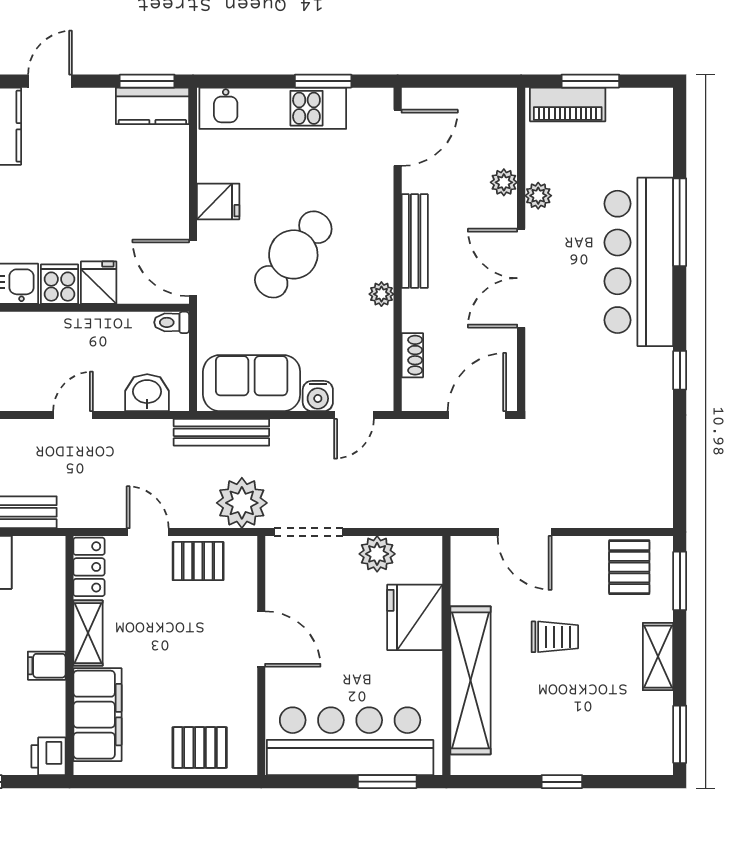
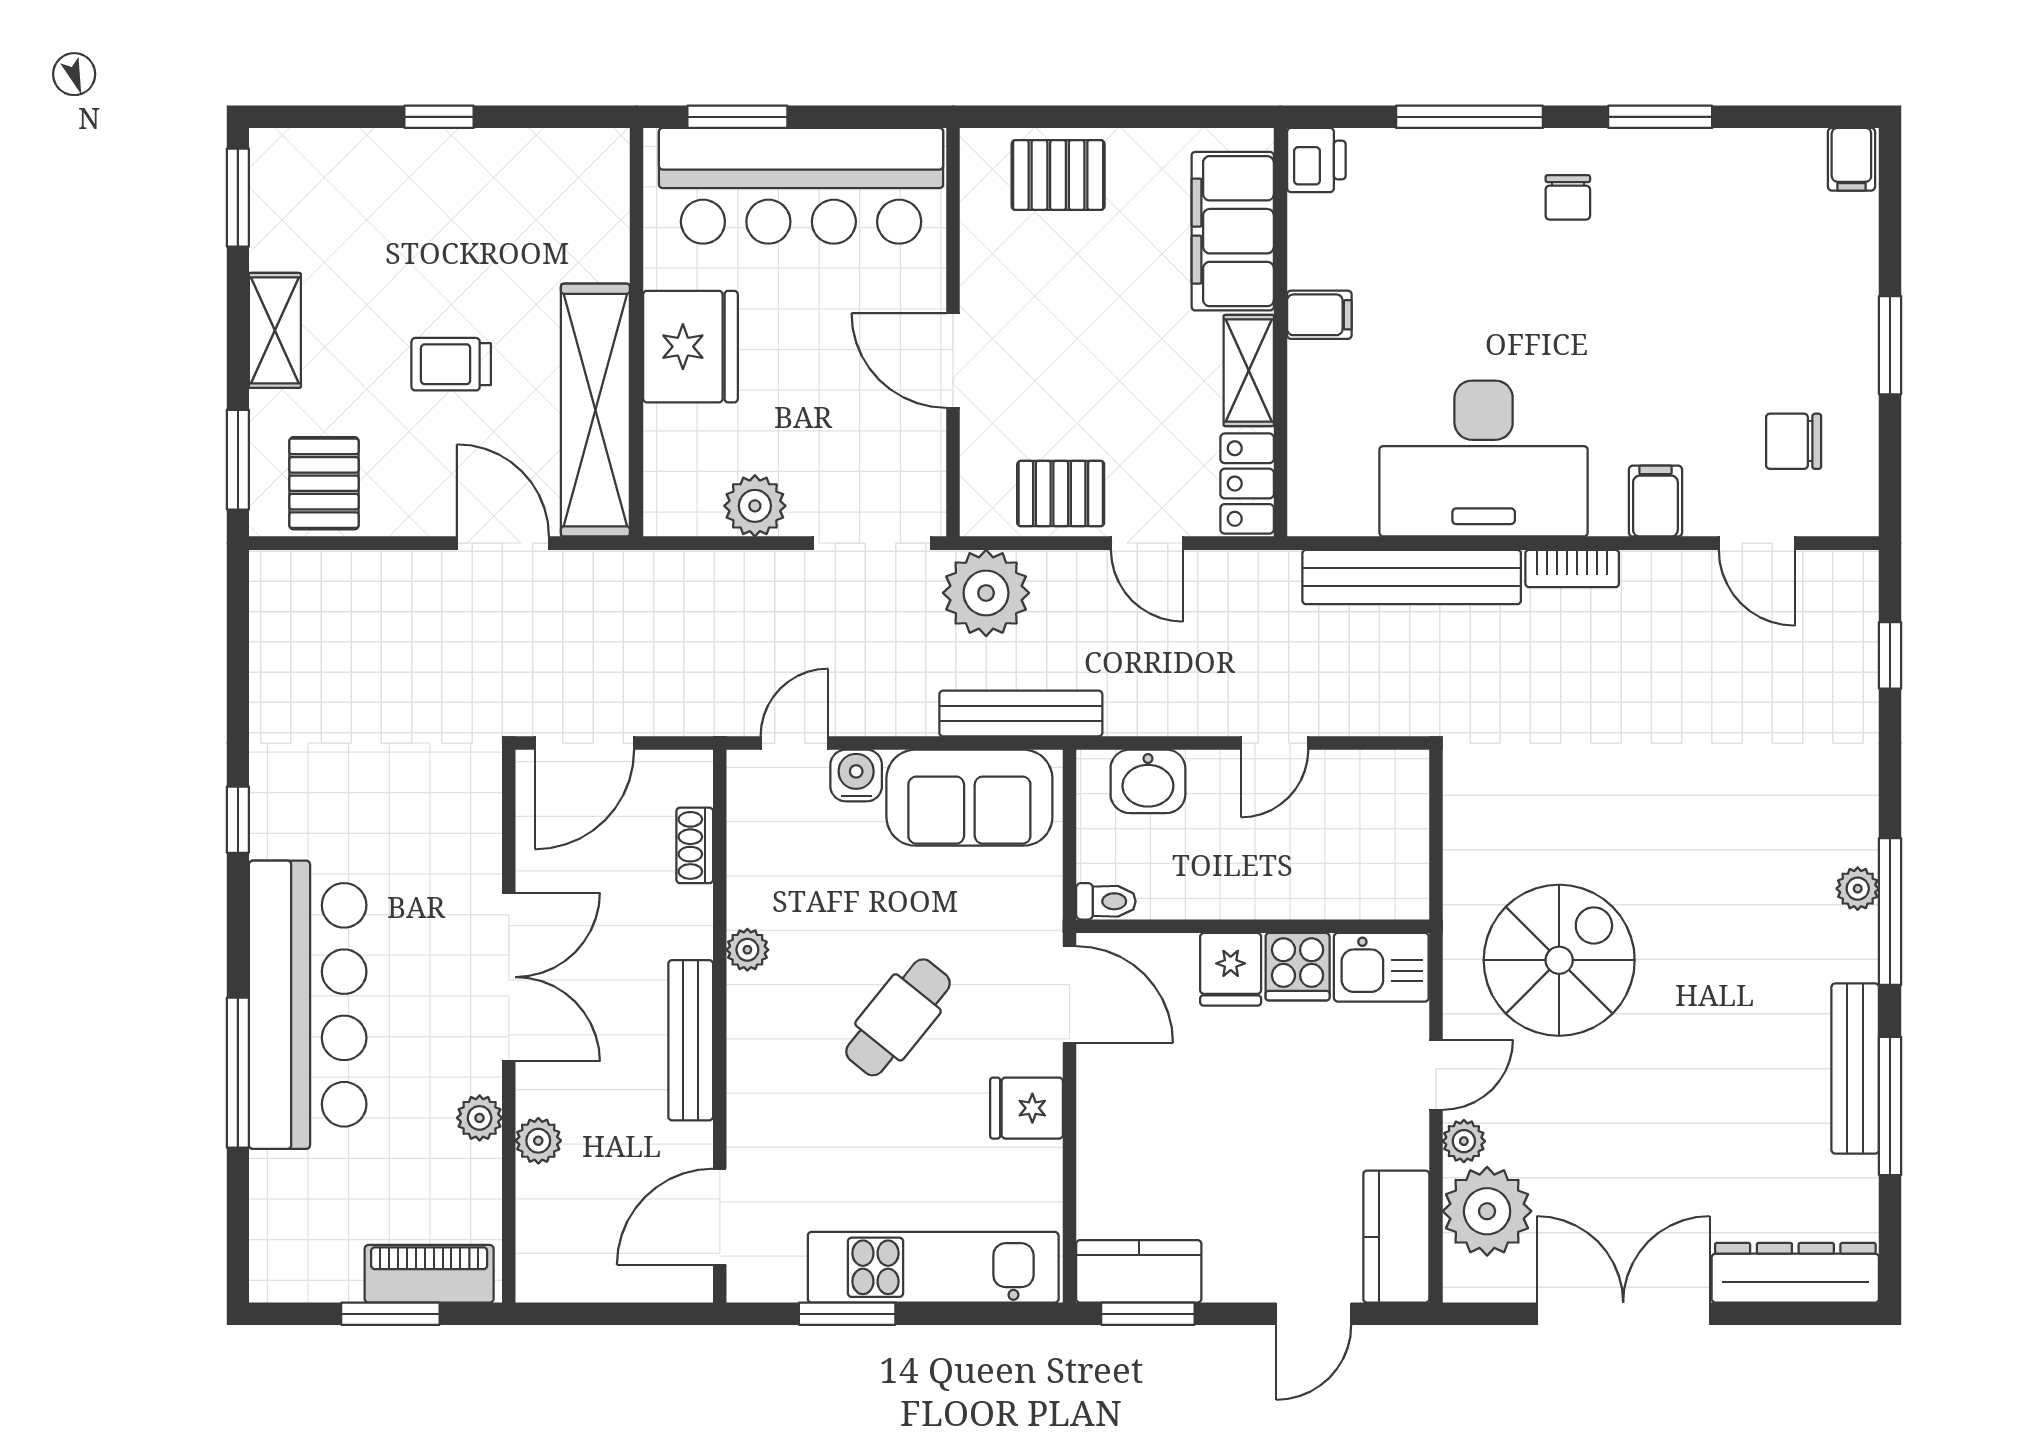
cafe table: (293, 254) -> (898, 1017), width x0.73, depth x0.74
fridge: (415, 617) -> (690, 347), moved
shelving: (470, 680) -> (595, 410), moved

